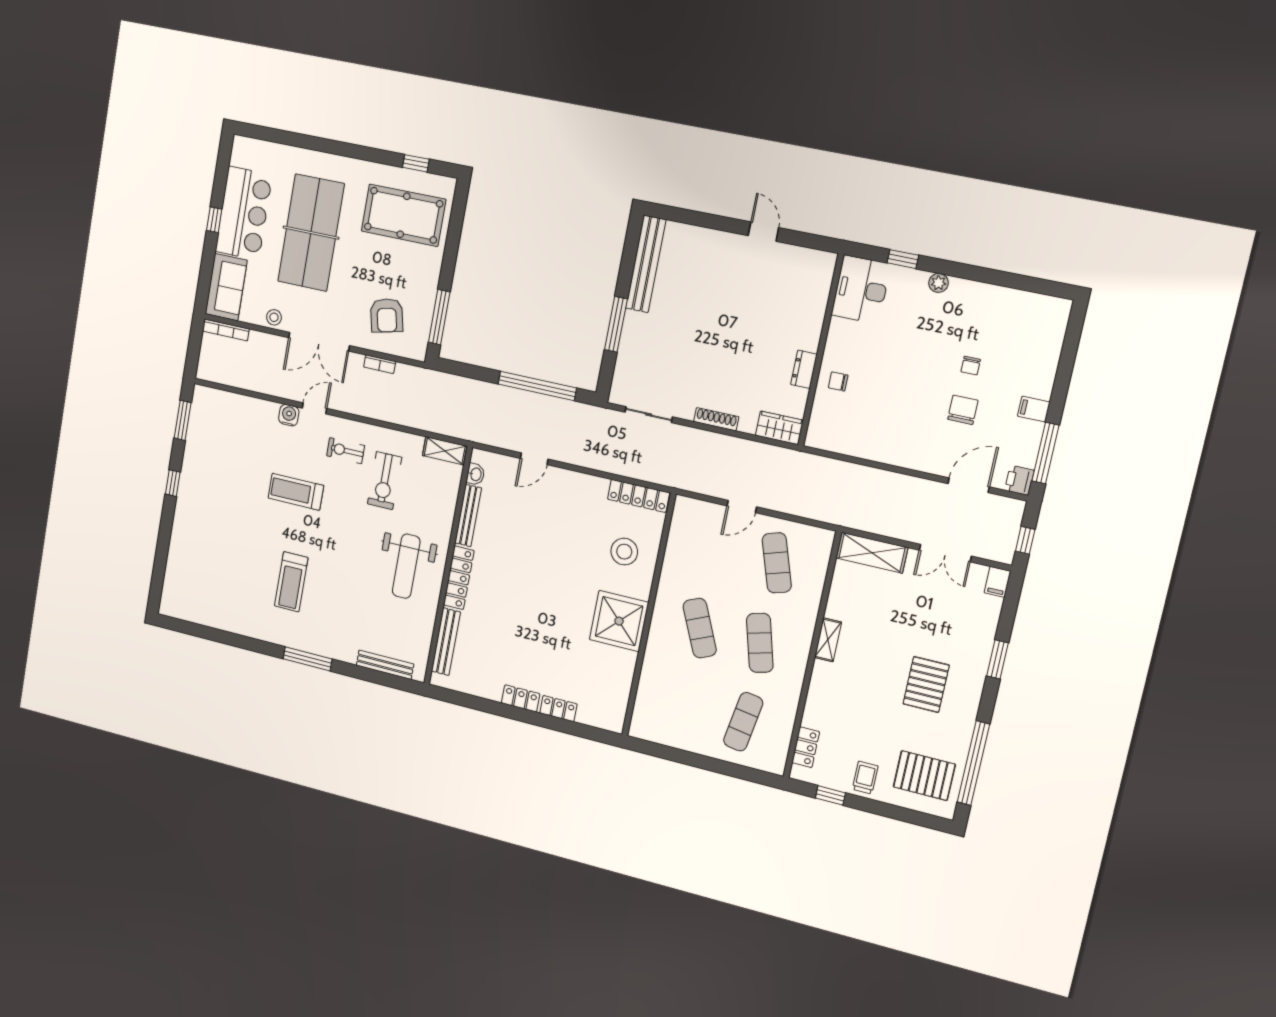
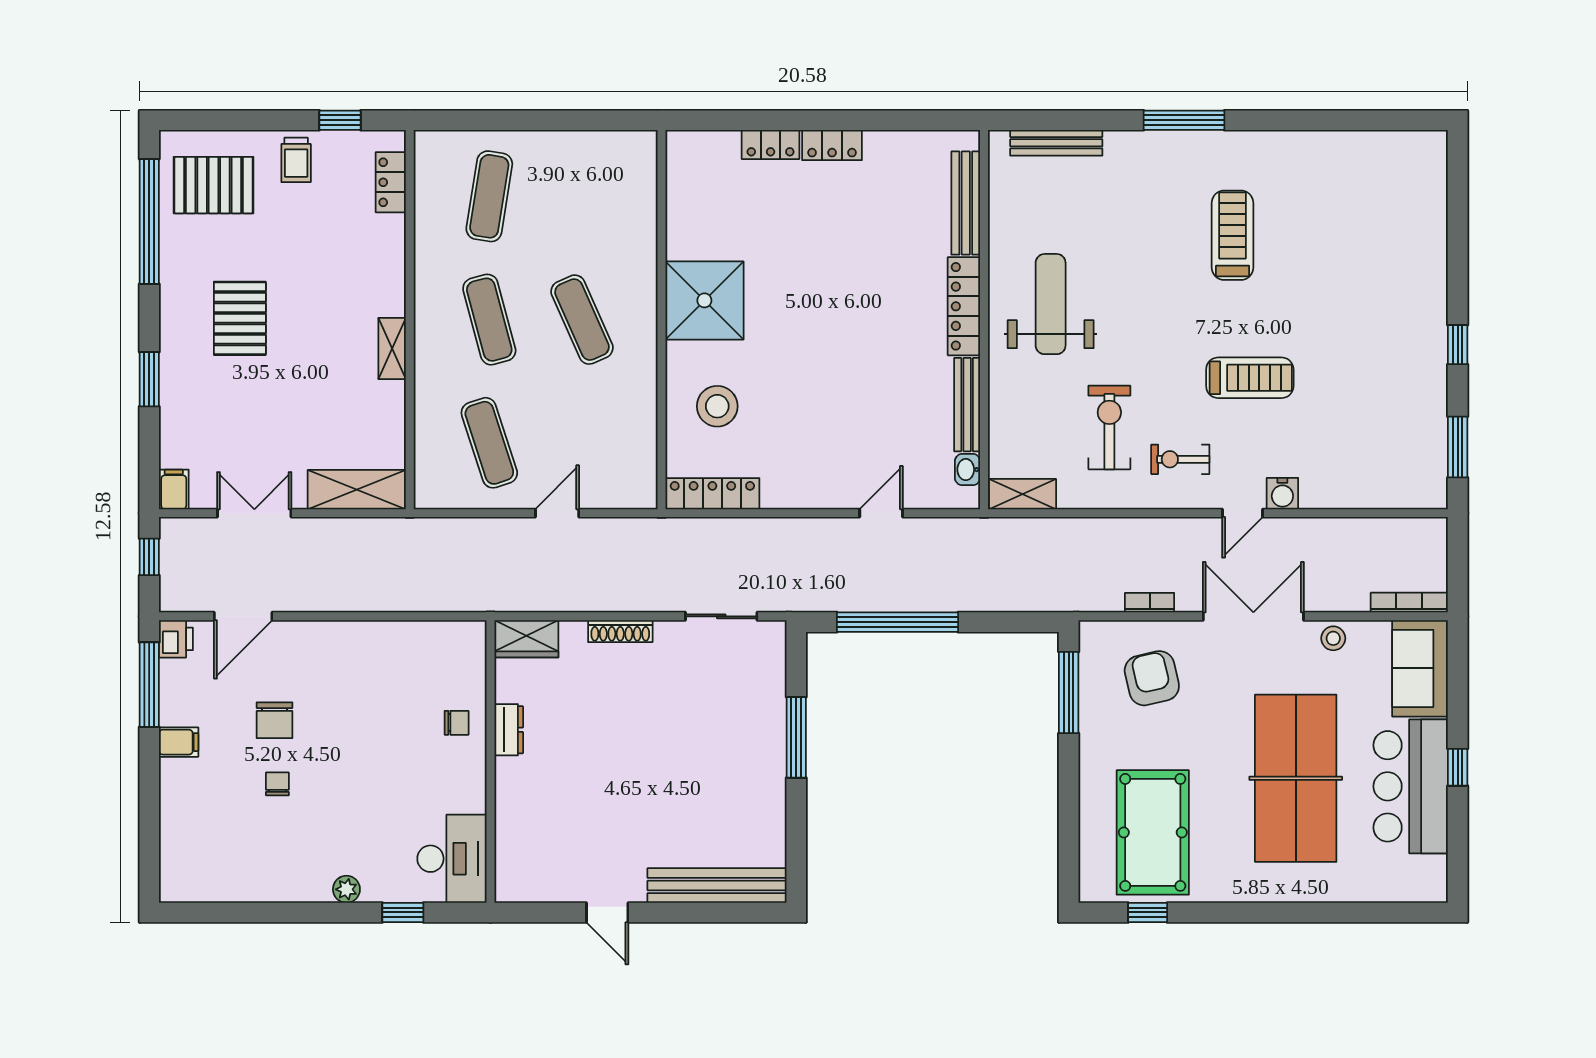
pool table: (404, 215) -> (1153, 832), turned 90
bench: (646, 264) -> (717, 886), moved, turned 90
exercise bike: (346, 451) -> (1180, 459), turned 180

